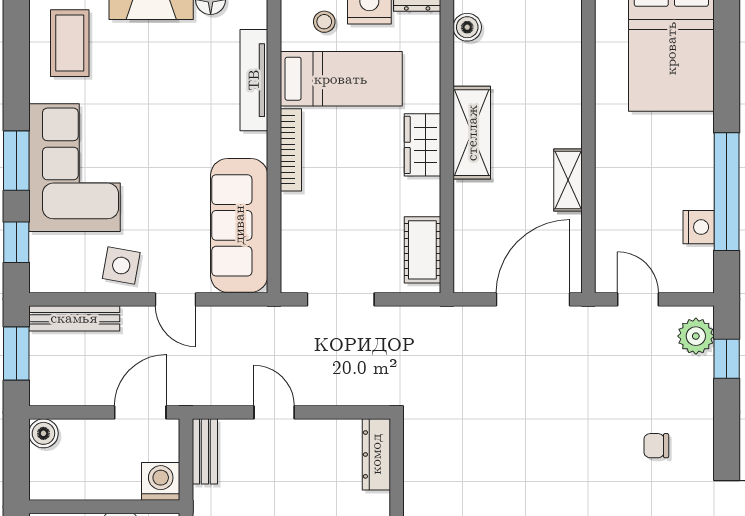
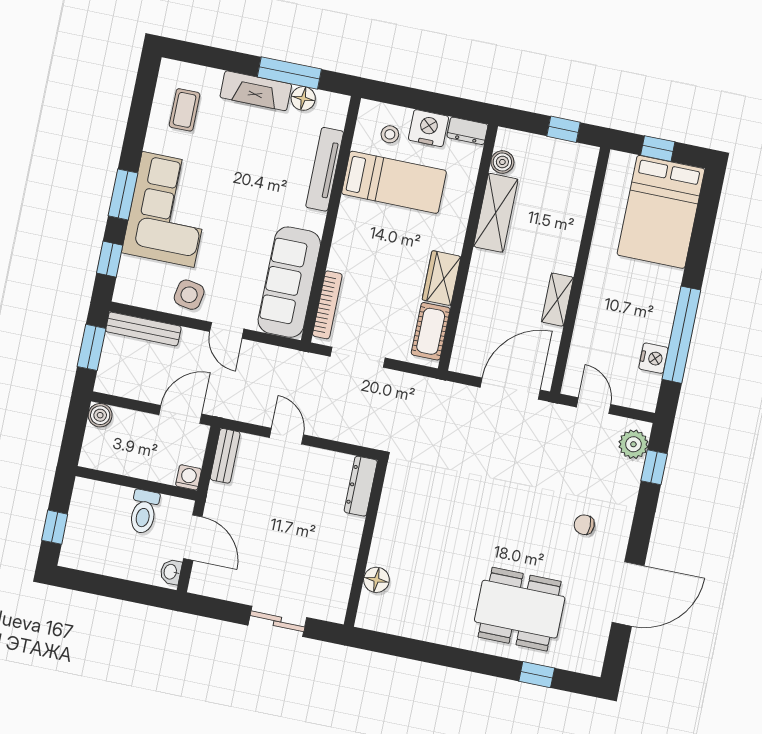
coffee table: (70, 43) -> (185, 110), width x0.73, depth x0.77
shelving: (472, 133) -> (496, 213), moved
wardrobe: (422, 145) -> (442, 278), moved
bookcase: (291, 150) -> (327, 305), moved
washing machine: (161, 481) -> (189, 477), width x0.73, depth x0.73

